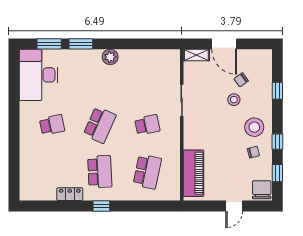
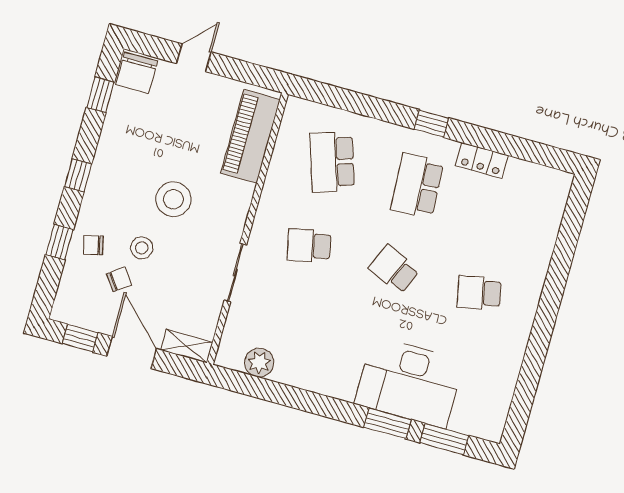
window: (253, 44) -> (80, 338), added
plant: (110, 57) -> (259, 363), moved
desk: (39, 75) -> (409, 382), moved, turned 90
school desk: (100, 125) -> (394, 269), width x0.54
stool: (254, 127) -> (173, 199), moved
window: (277, 142) -> (78, 175), moved
chair: (253, 152) -> (93, 245), moved
school desk: (147, 172) -> (332, 162), turned -30

